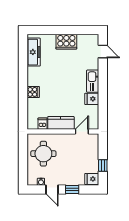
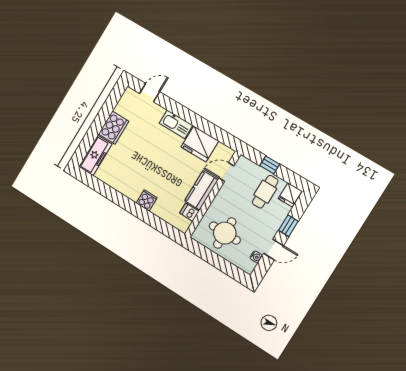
freezer: (34, 52) -> (95, 155), moved, turned 90
fridge: (92, 99) -> (200, 144), width x1.88, depth x1.34
door: (82, 131) -> (226, 172), hinge flipped
cafe table: (84, 163) -> (265, 192), added
window: (103, 166) -> (270, 165), moved

